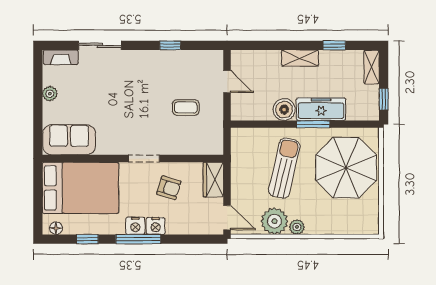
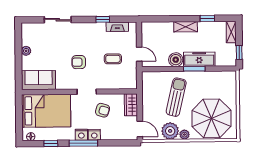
fireplace: (61, 57) -> (117, 27), moved
door: (227, 82) -> (139, 54), moved
armchair: (132, 112) -> (79, 62), added
parasol: (346, 168) -> (212, 118), moved

